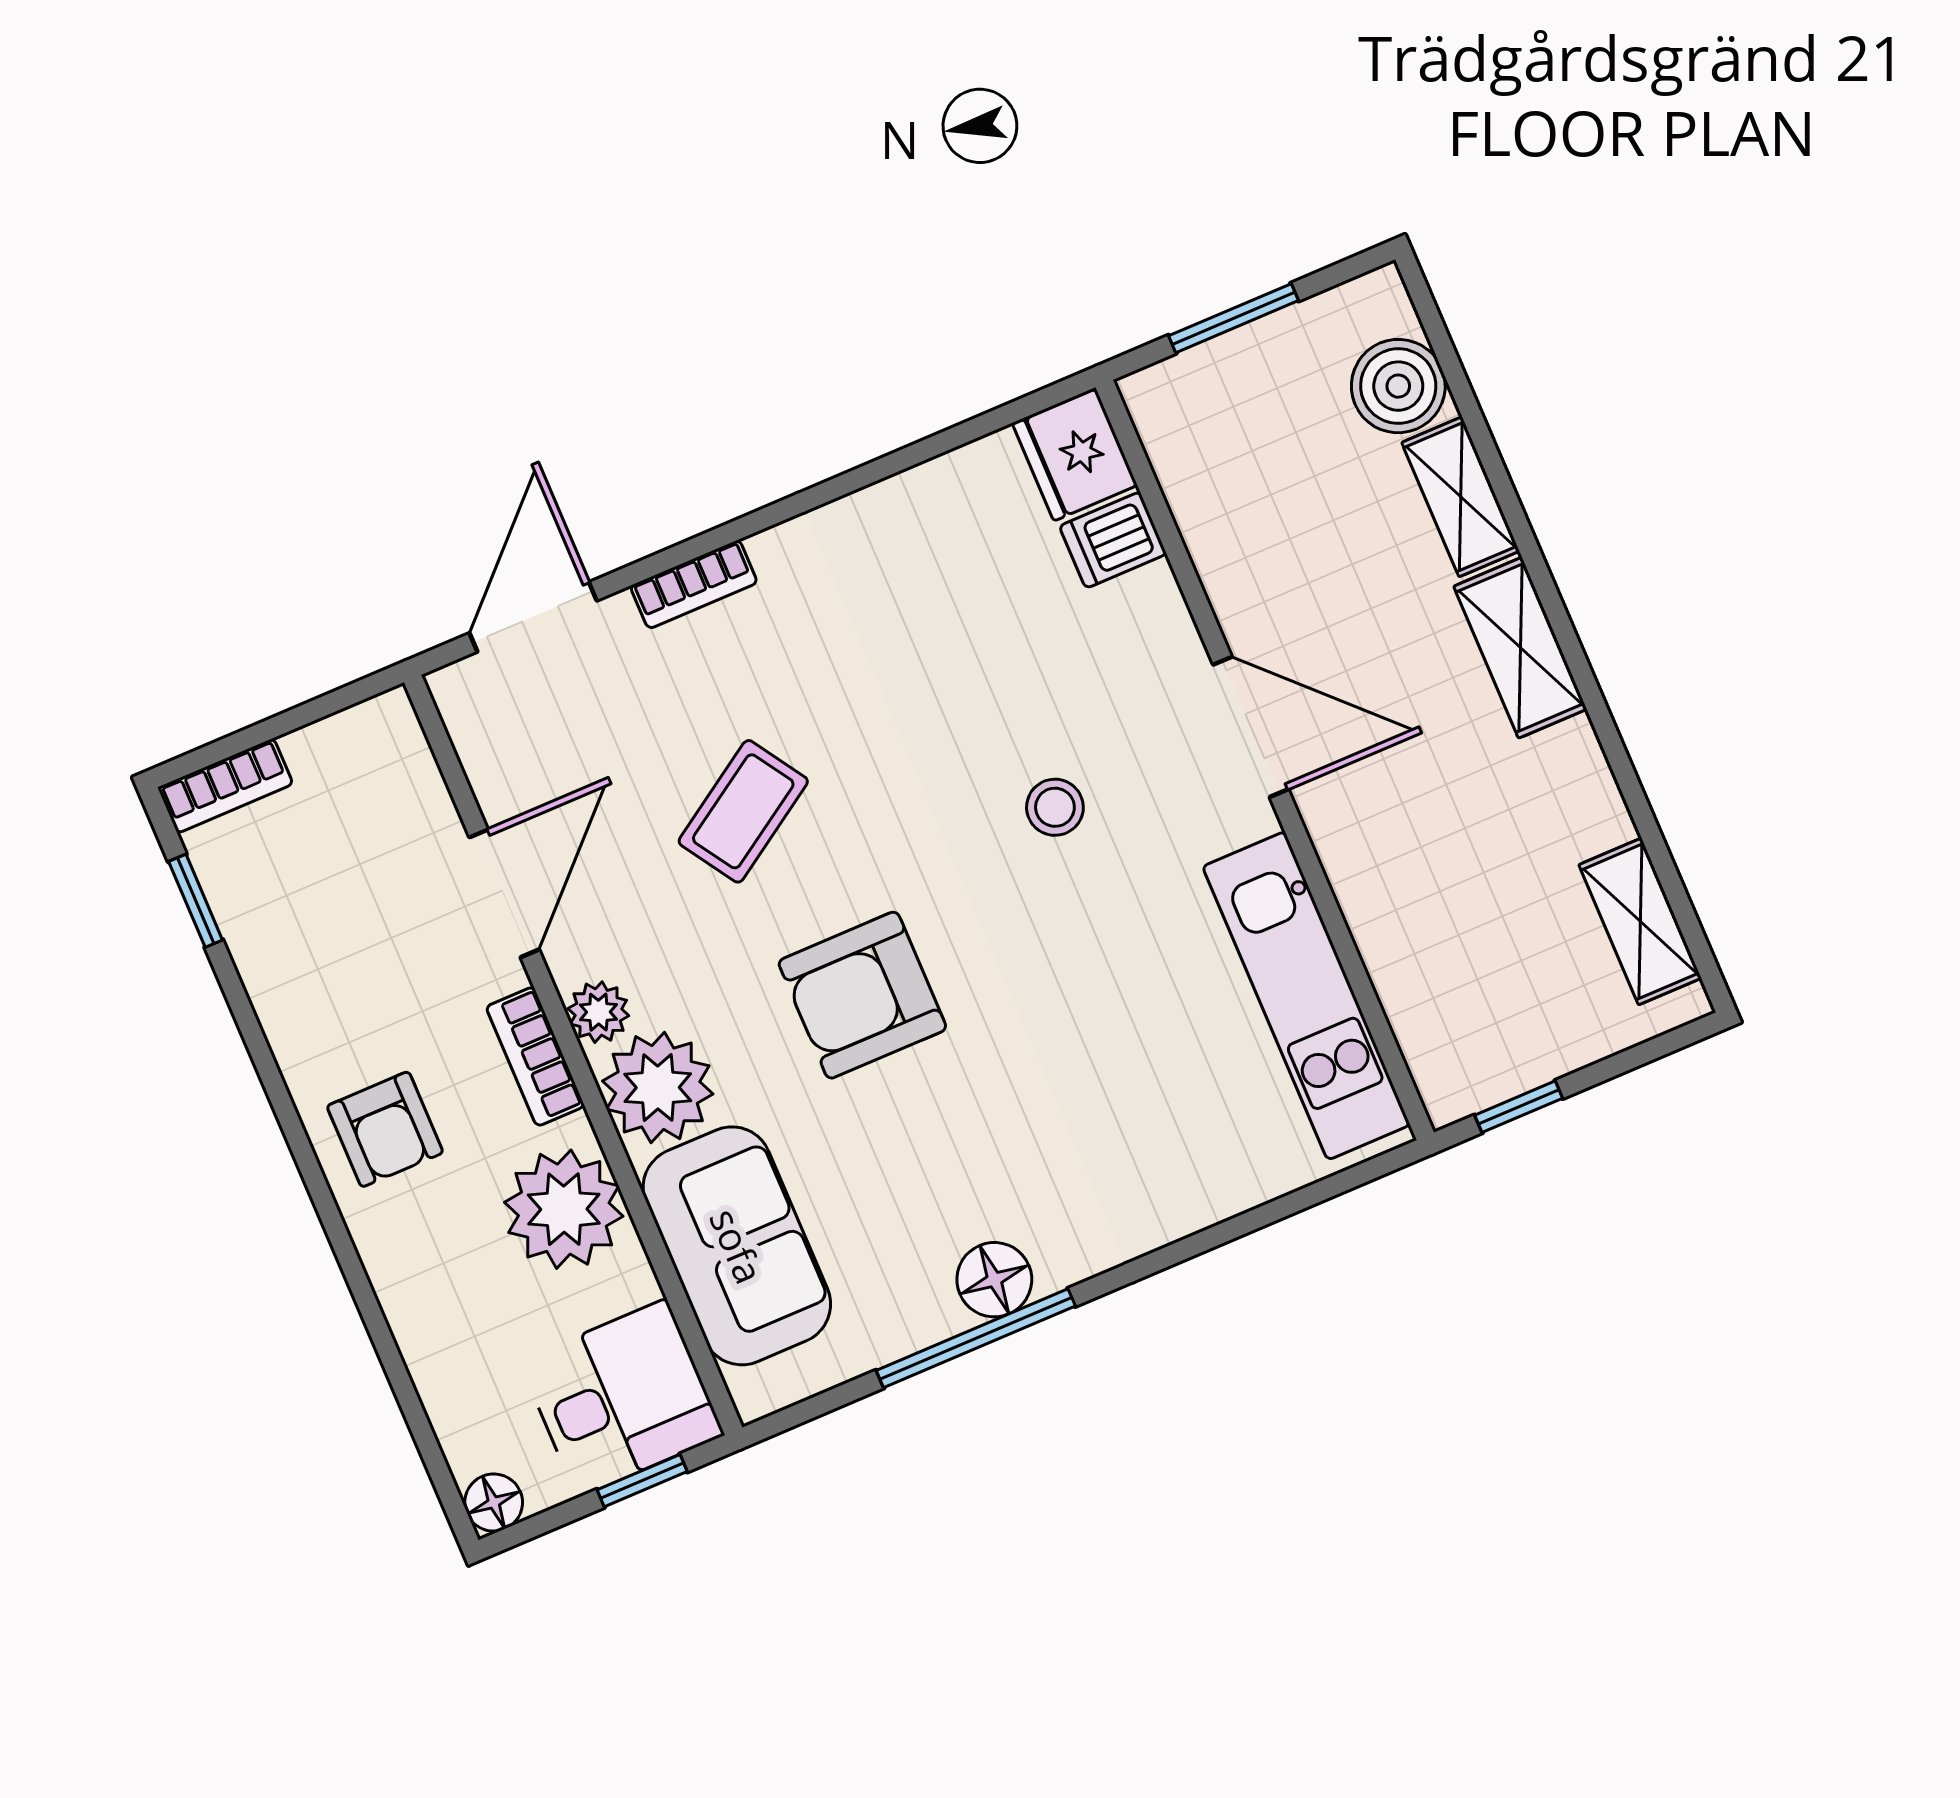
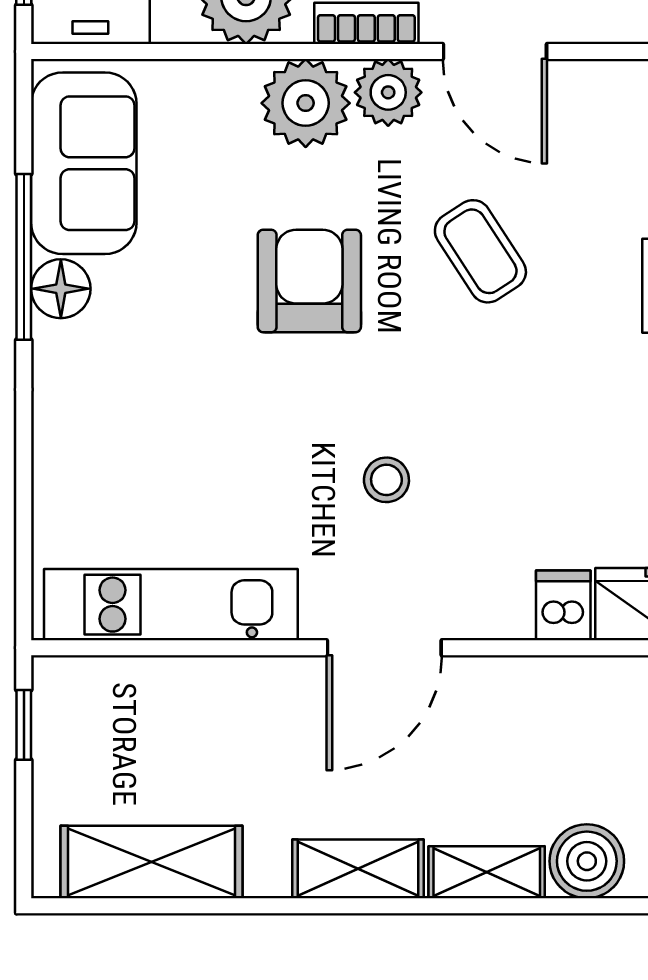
shelving: (1640, 921) -> (151, 862), width x1.50, depth x1.33
plant: (598, 1012) -> (388, 92), width x1.38, depth x1.38
sofa: (737, 1246) -> (84, 163), moved, turned -90

